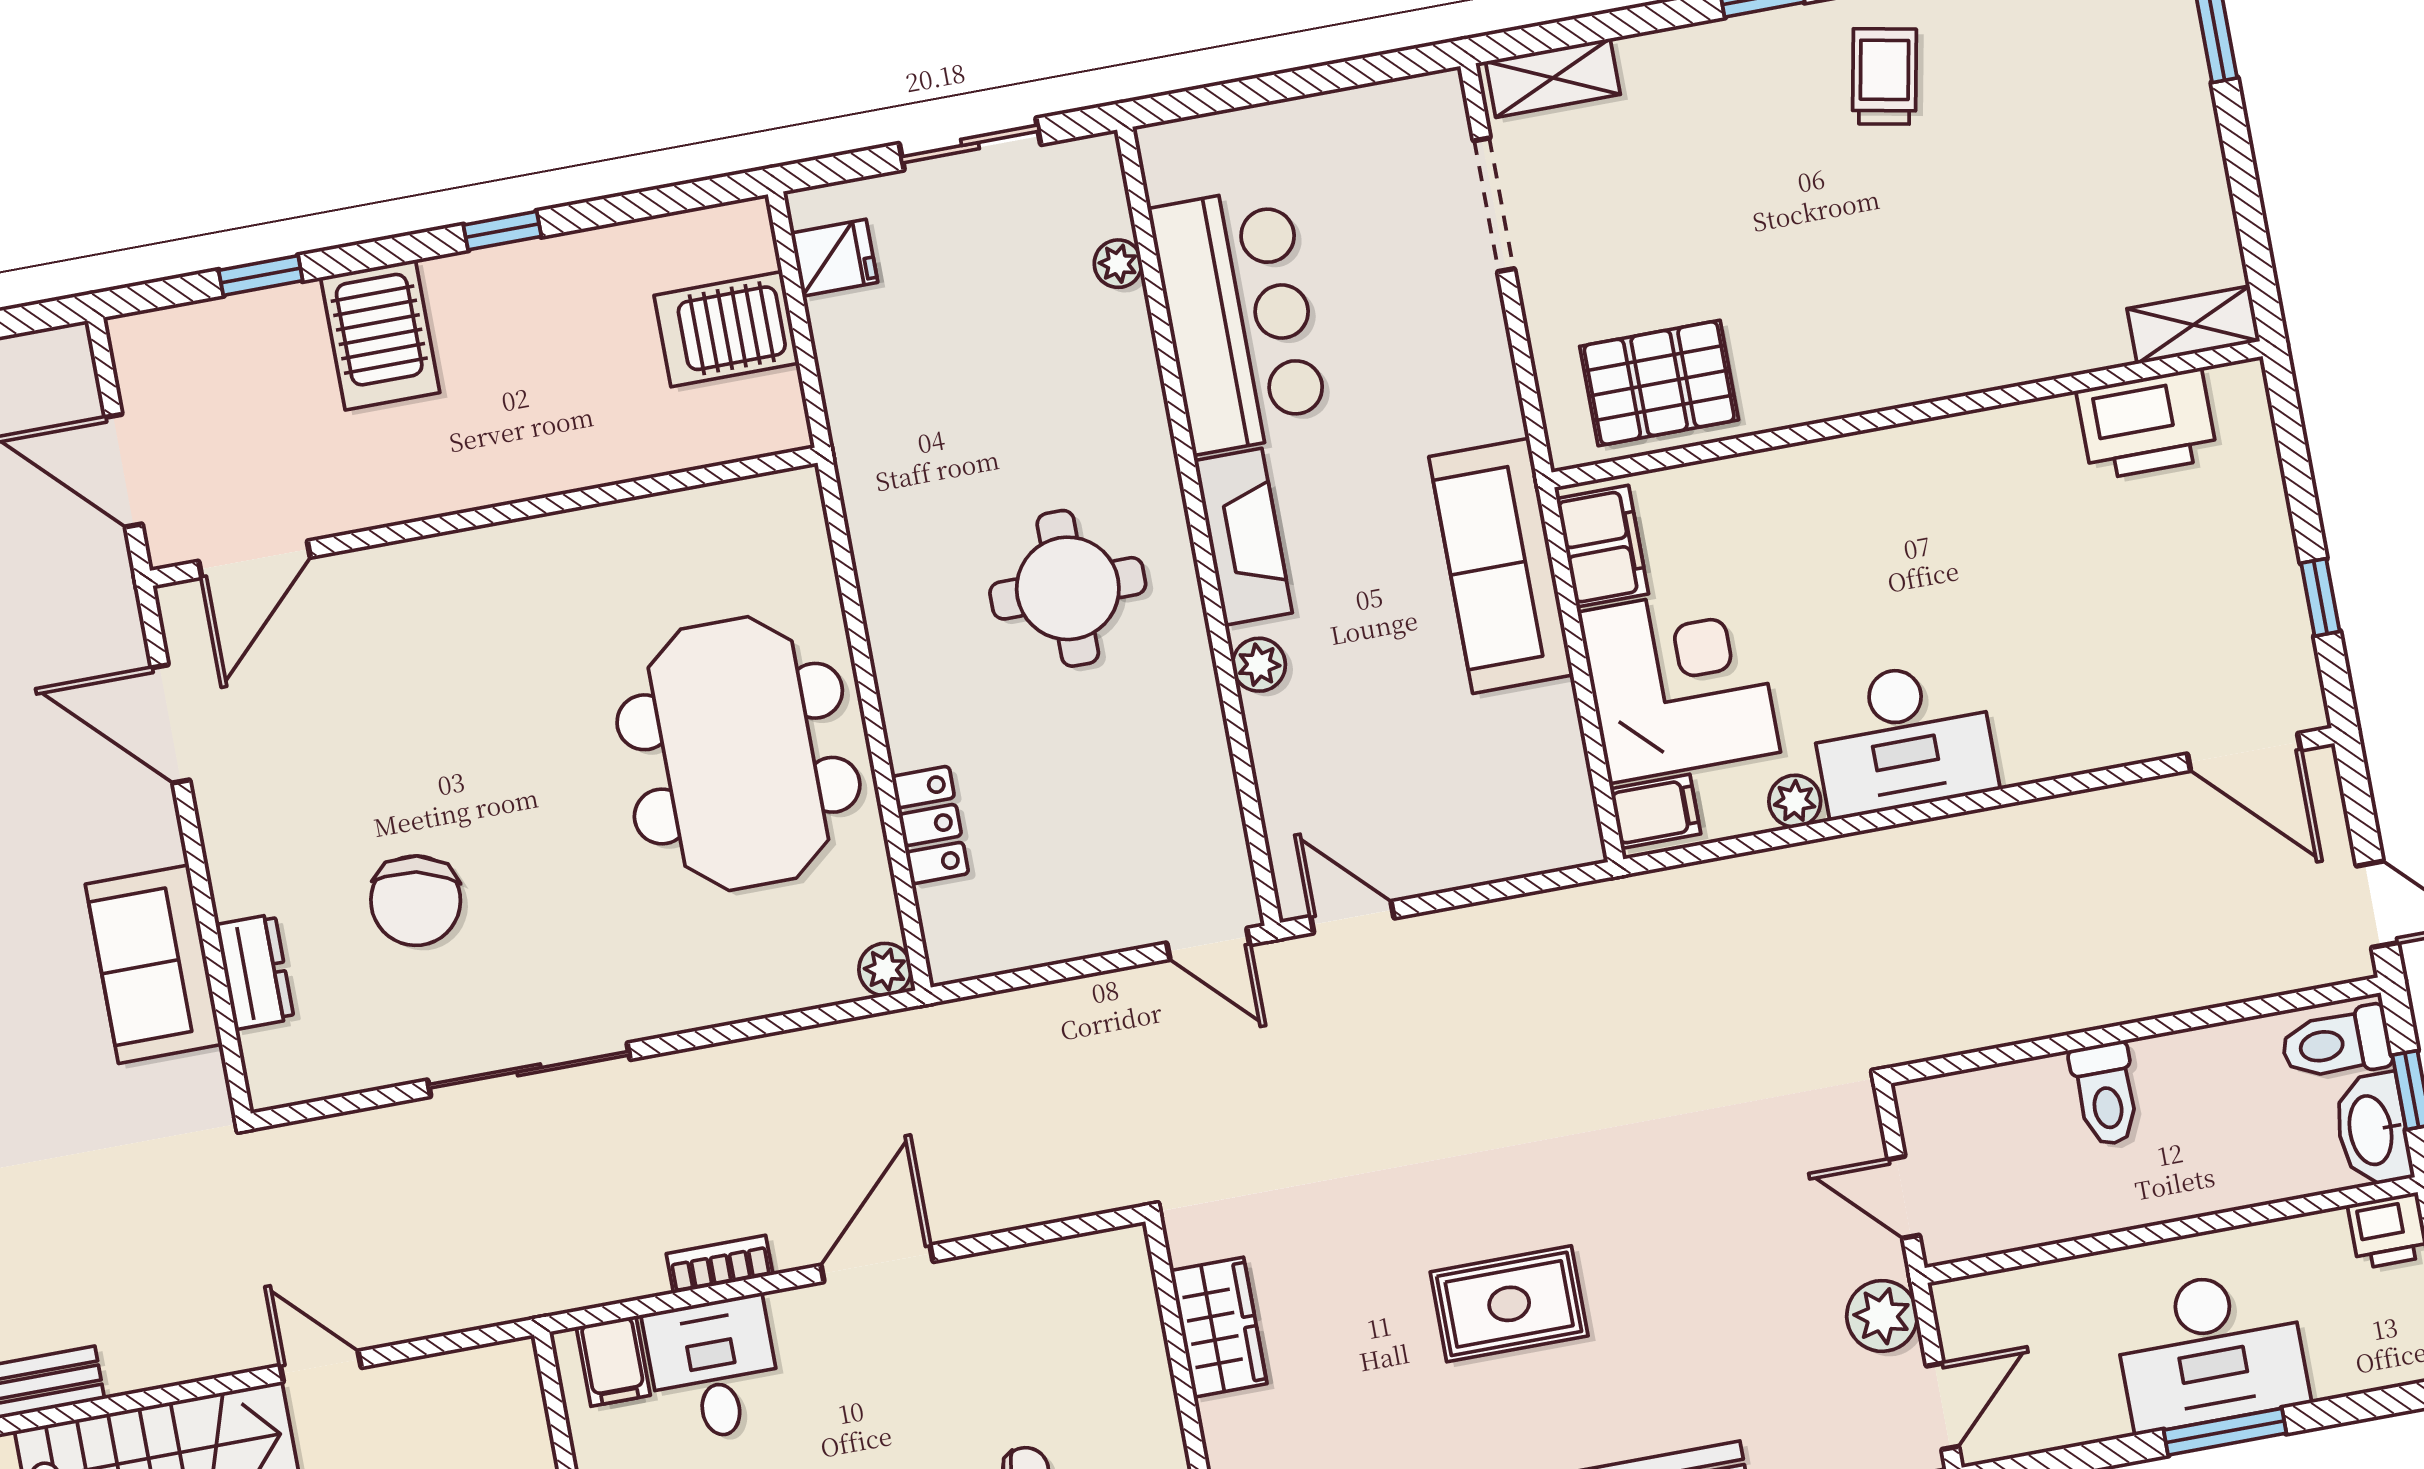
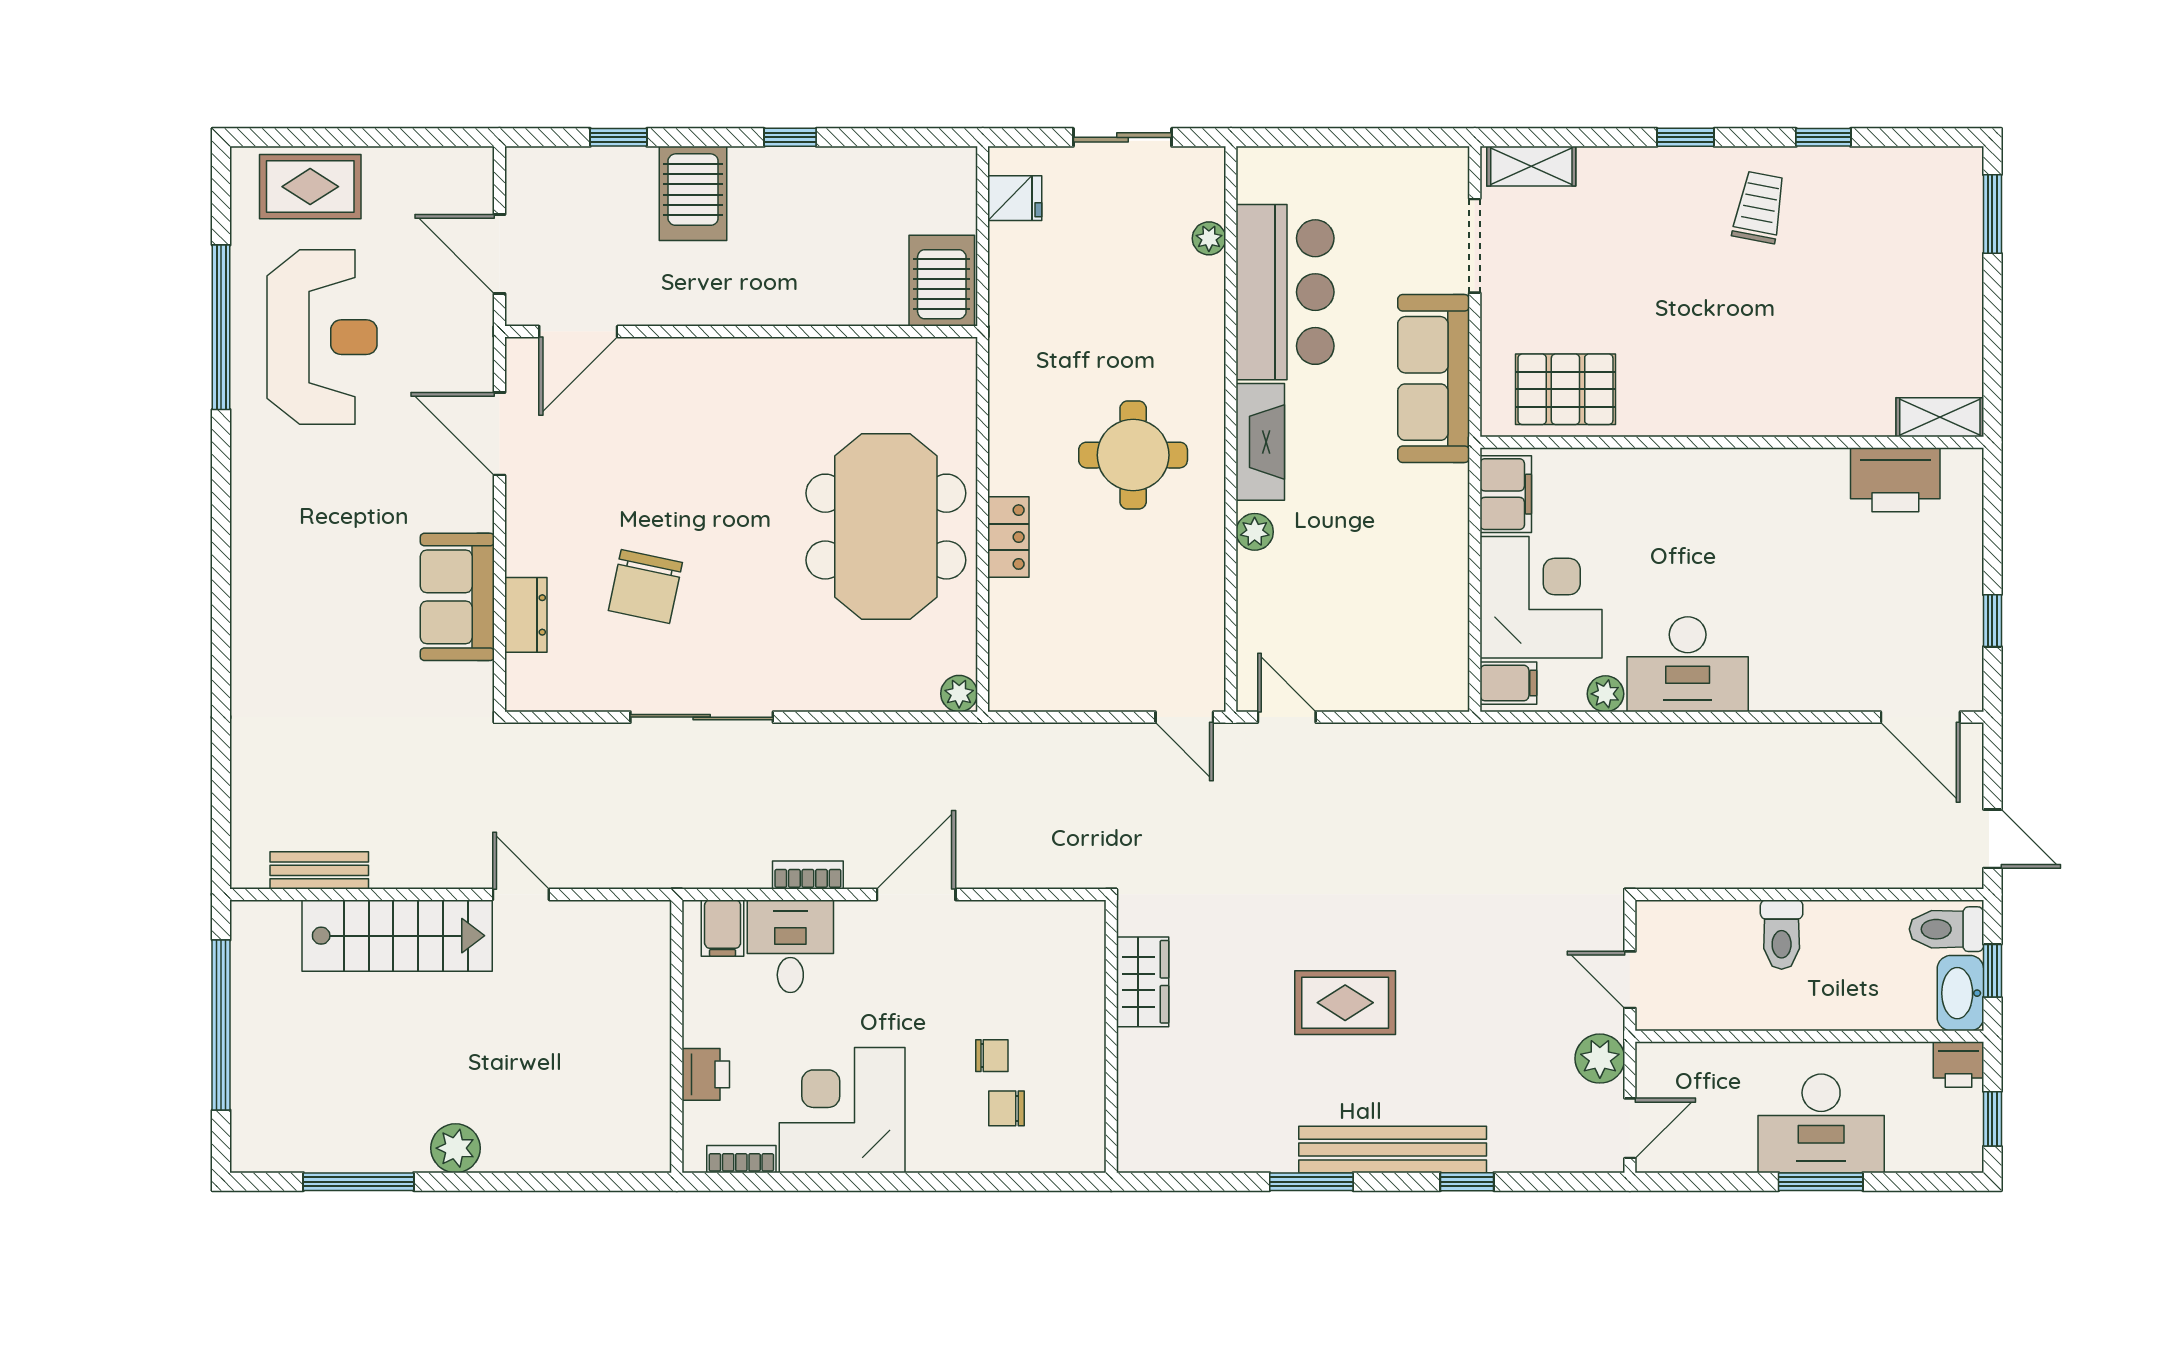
server rack: (727, 329) -> (942, 281), moved, turned 90
sofa: (1501, 566) -> (1434, 378), moved
locker: (930, 825) -> (1008, 537), moved

